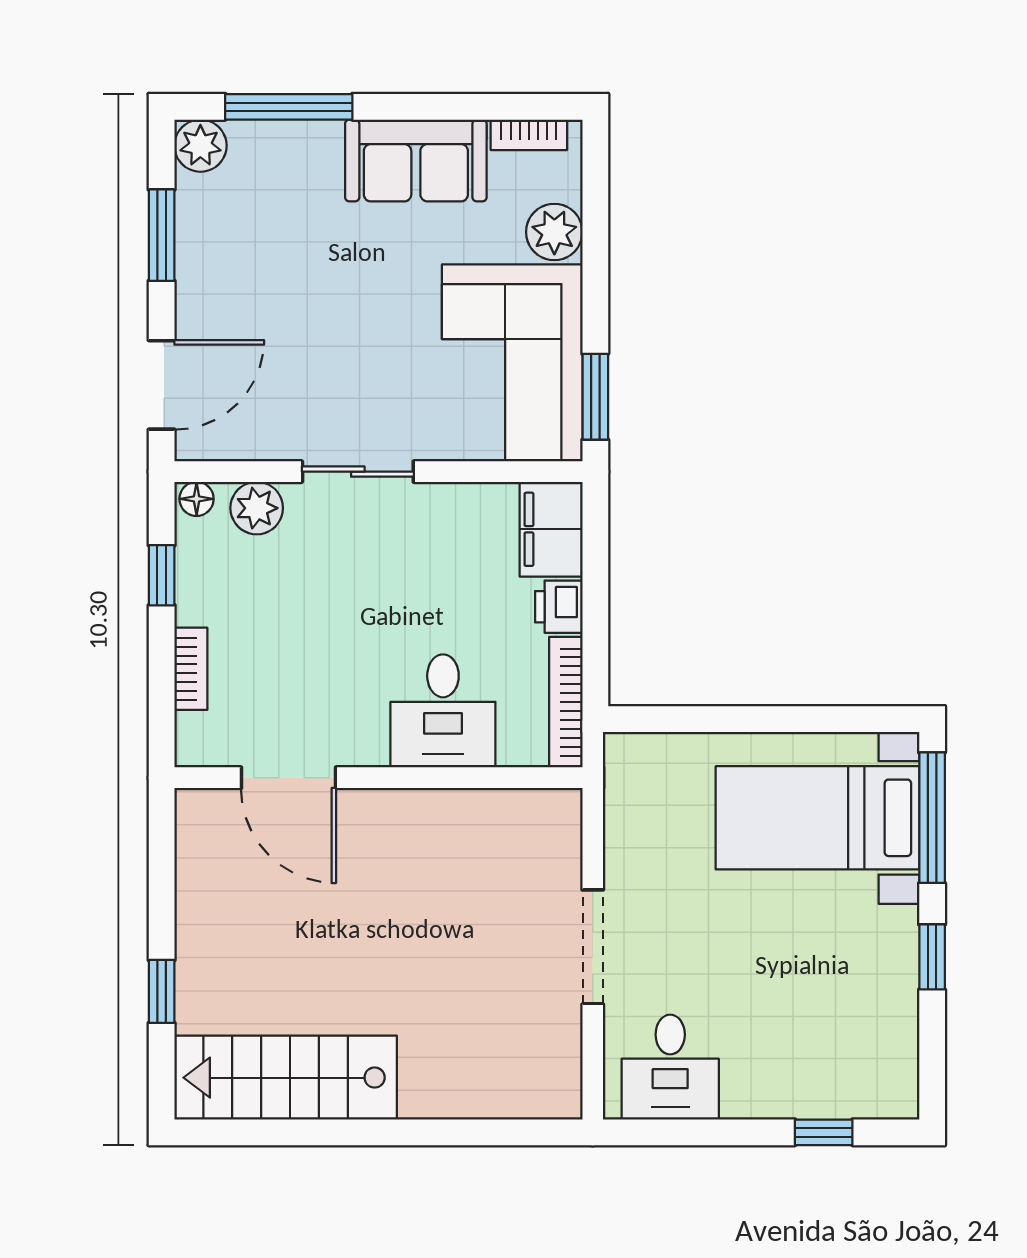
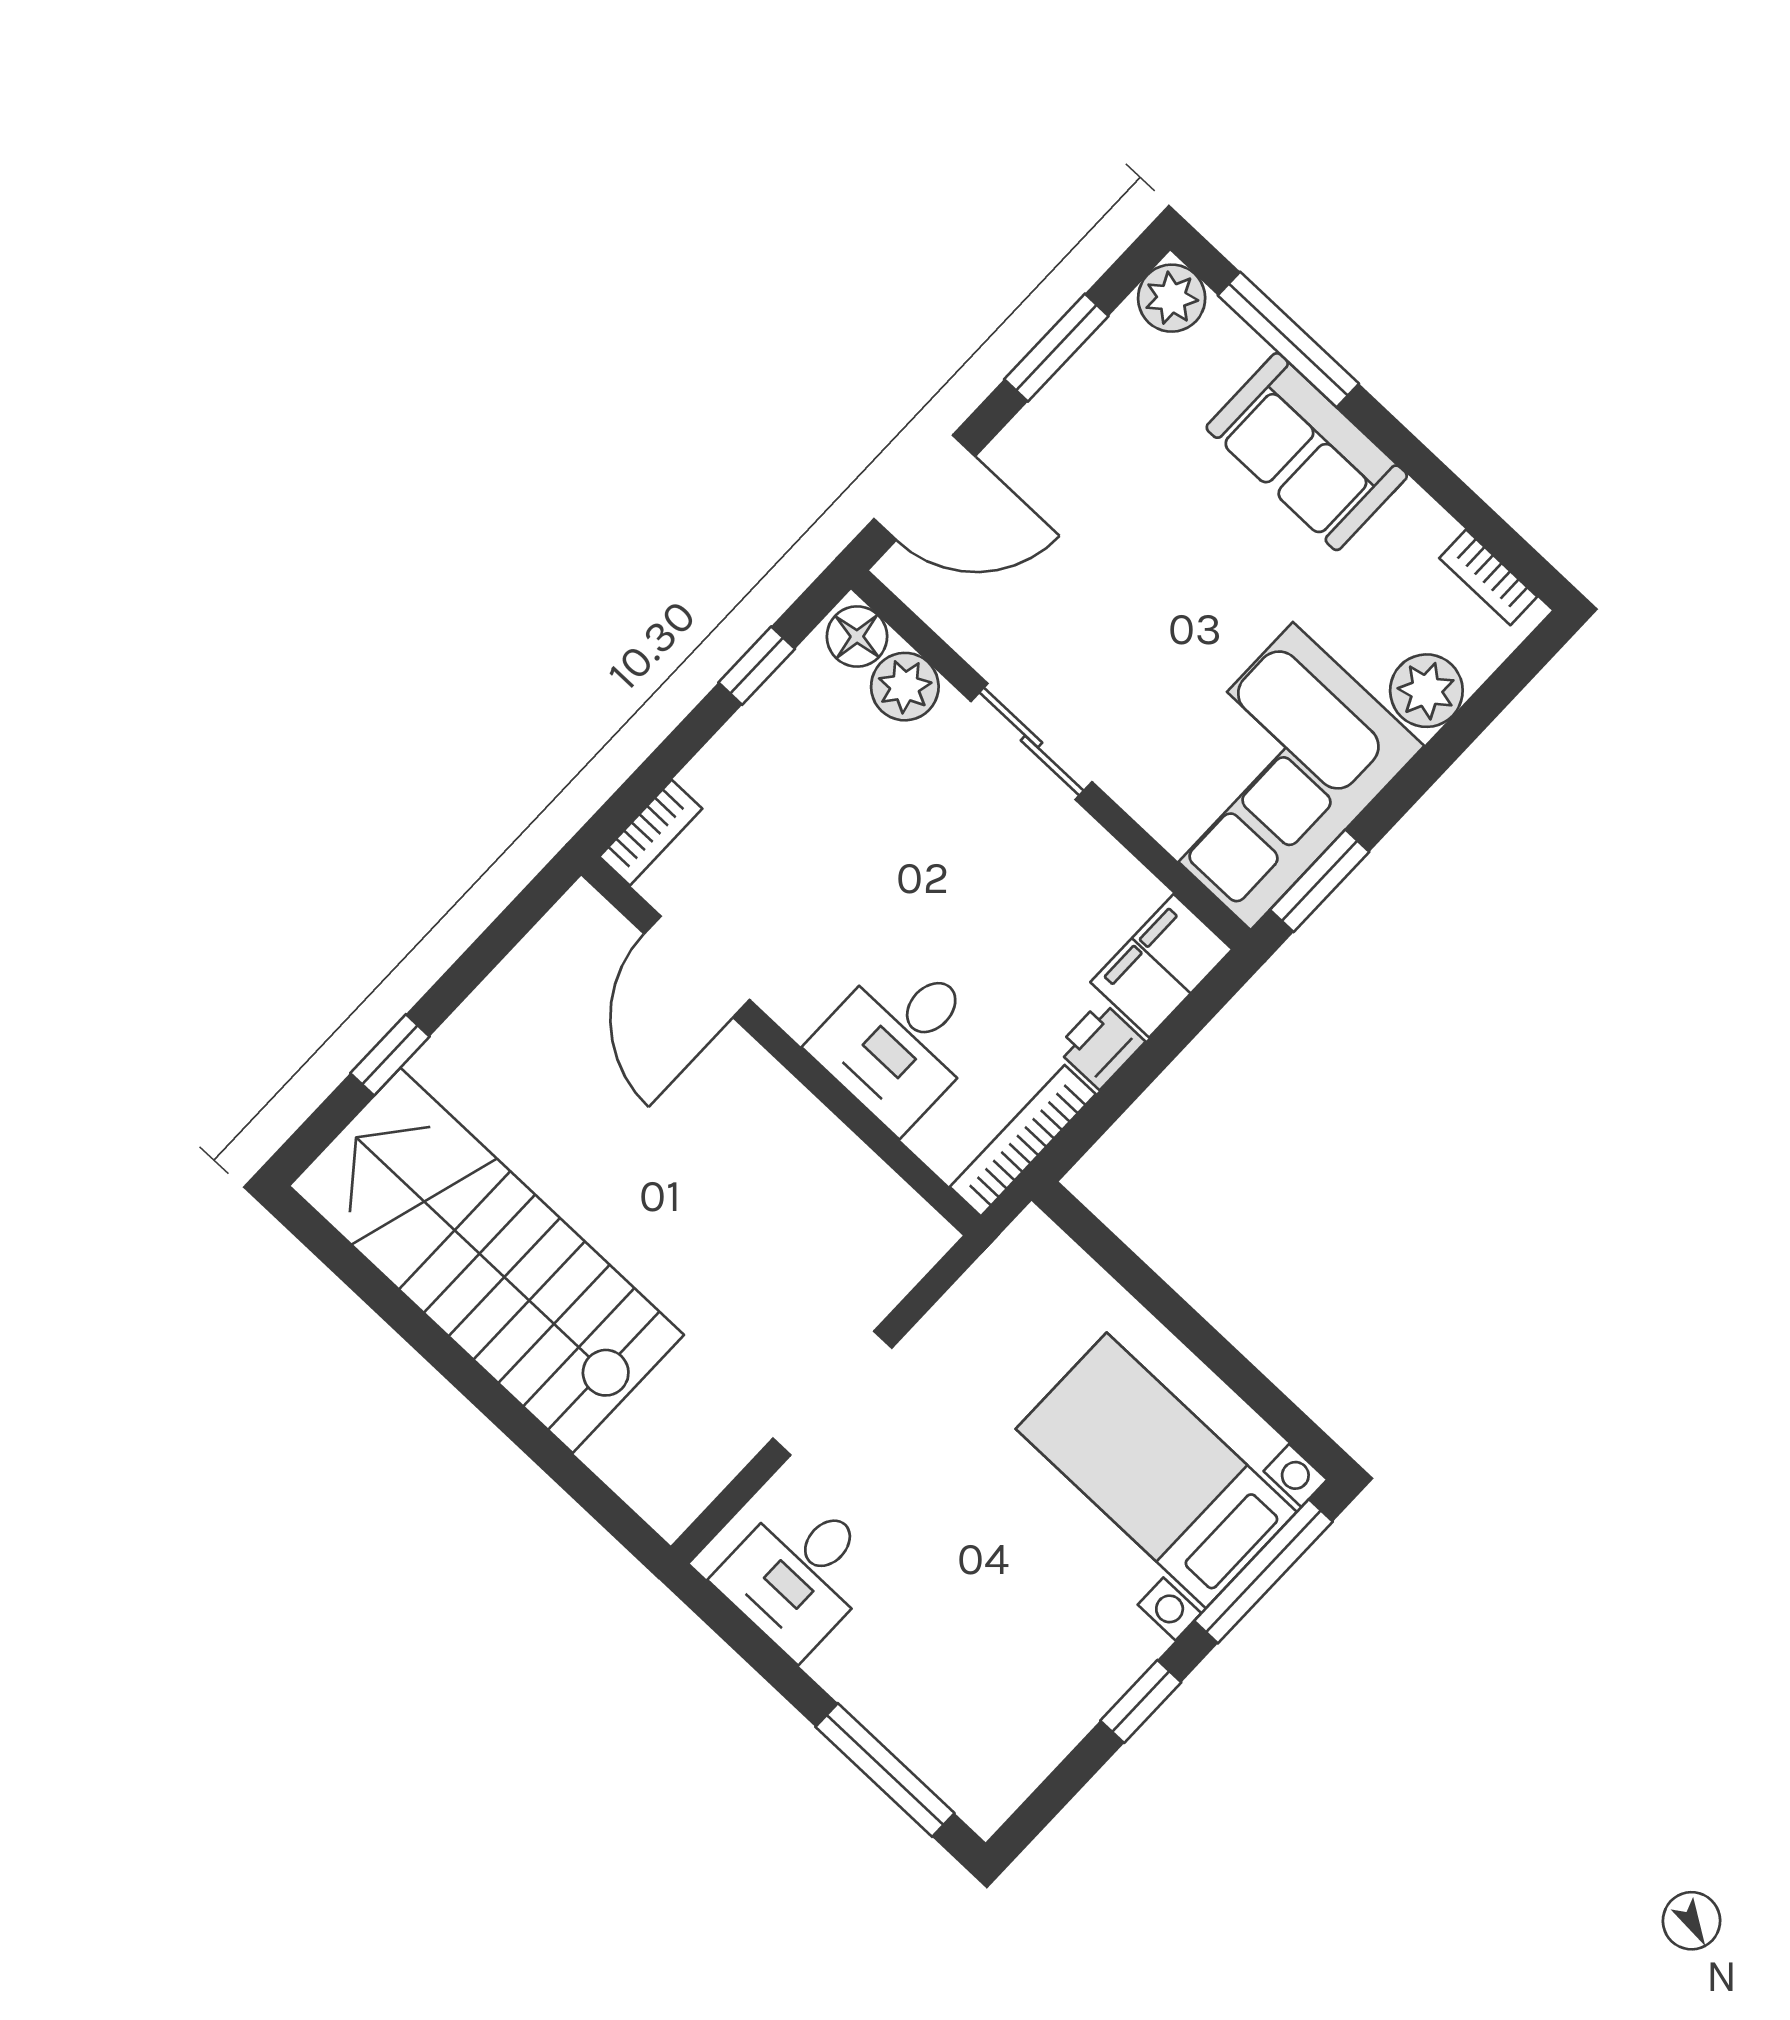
sofa: (416, 160) -> (1307, 452), moved
floor lamp: (197, 499) -> (857, 636), width x1.37, depth x1.37
bookcase: (191, 669) -> (651, 833), moved
stairs: (286, 1078) -> (487, 1260), width x1.36, depth x1.51
window: (824, 1132) -> (885, 1770), width x2.17

